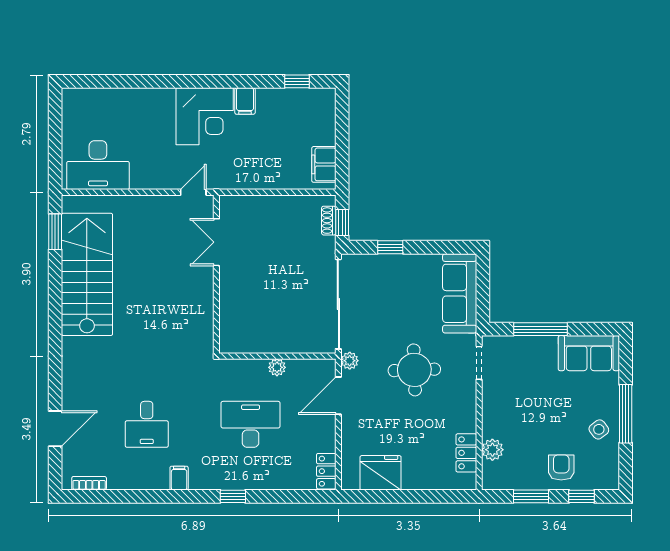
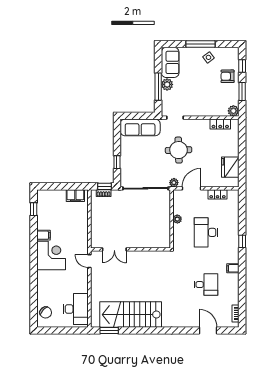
chair: (91, 105) -> (46, 312), added
plant: (545, 347) -> (167, 84), added
door: (338, 396) -> (192, 188), swing flipped
plant: (492, 450) -> (233, 111), moved
locker: (326, 471) -> (217, 194), moved

